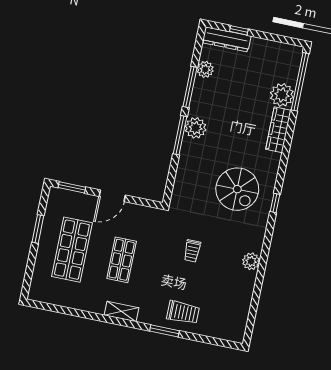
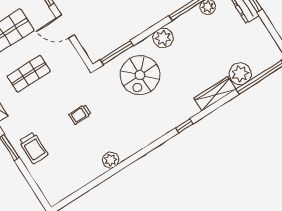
window: (180, 135) -> (117, 53), moved
spiral stairs: (237, 189) -> (140, 75), moved
window: (275, 203) -> (184, 126), moved

